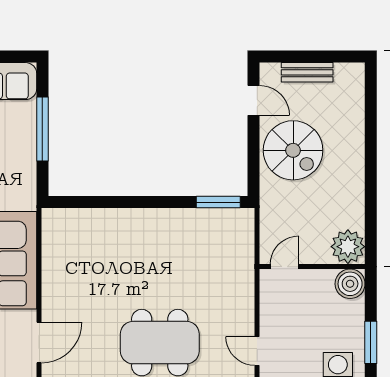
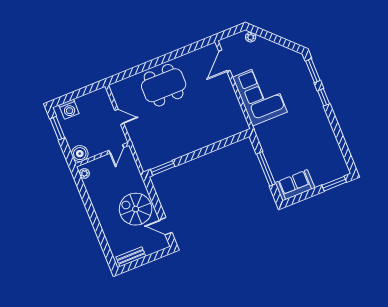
bench: (307, 72) -> (131, 257), moved
plant: (348, 247) -> (84, 173), width x0.53, depth x0.53
door: (257, 351) -> (119, 117), moved

